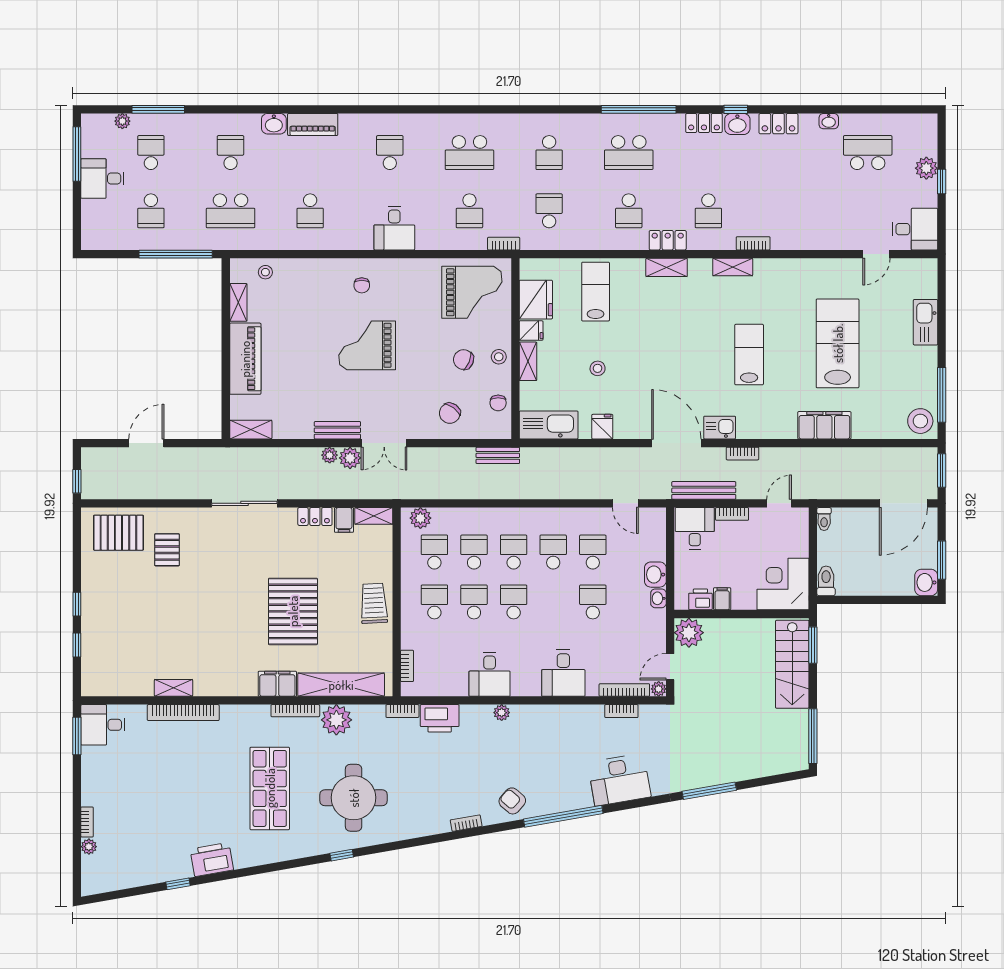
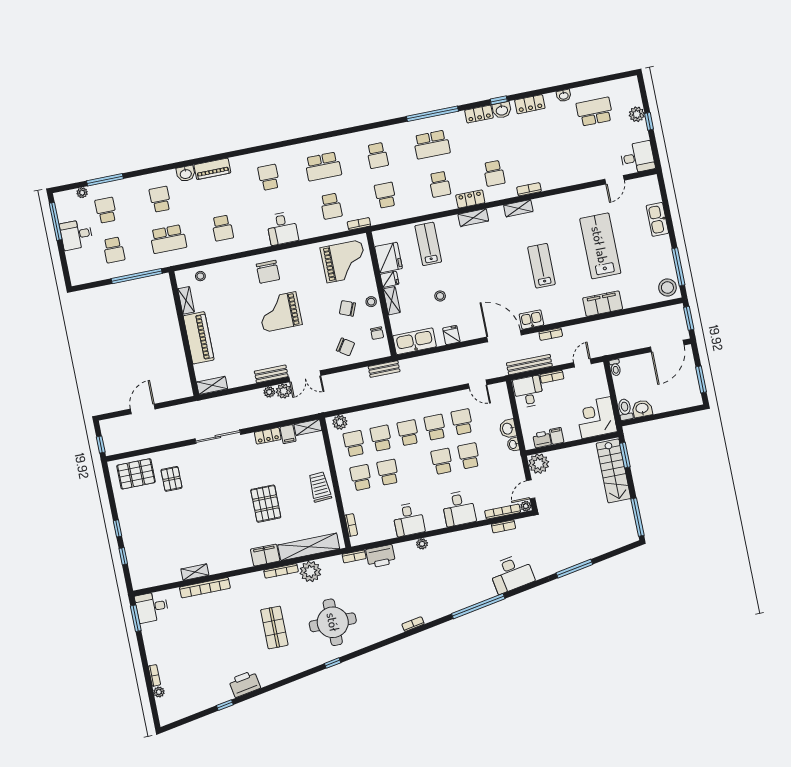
chair: (362, 285) -> (268, 272), width x1.87, depth x1.87
chair: (450, 413) -> (345, 347), turned -92
washbasin: (926, 582) -> (642, 409), moved, turned 90
school desk: (514, 602) -> (442, 461), moved
pallet: (293, 611) -> (266, 504), width x0.73, depth x0.71
shop shelf: (270, 788) -> (274, 627), width x0.70, depth x0.74
armchair: (512, 801) -> (441, 603), removed

